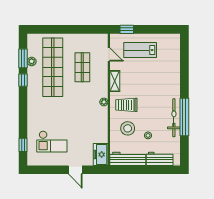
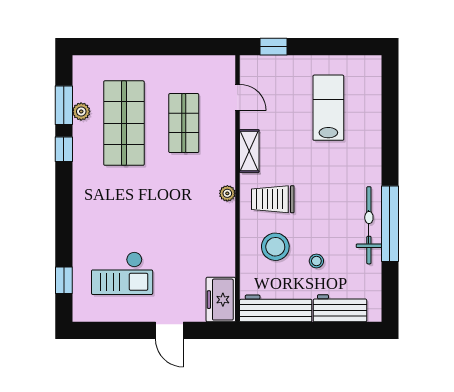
lab bench: (140, 50) -> (328, 108), moved, turned 90
shop shelf: (53, 67) -> (124, 123), width x0.71

